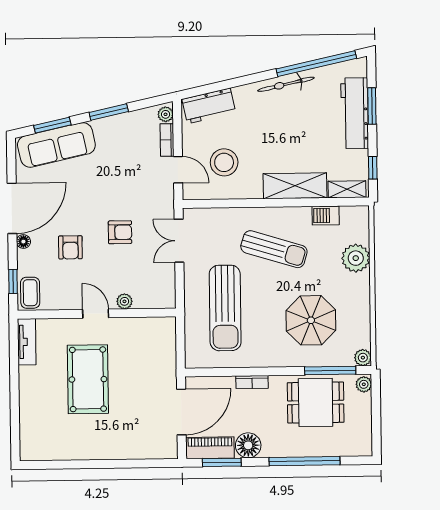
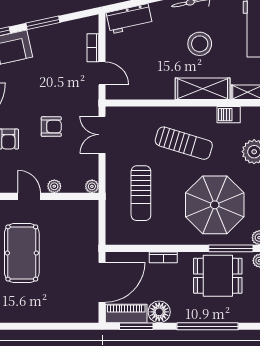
plant: (166, 114) -> (92, 186), moved
stool: (224, 162) -> (200, 44), moved
sun lounger: (225, 308) -> (141, 193), width x0.73, depth x0.75
parasol: (311, 320) -> (215, 205), width x1.36, depth x1.36

